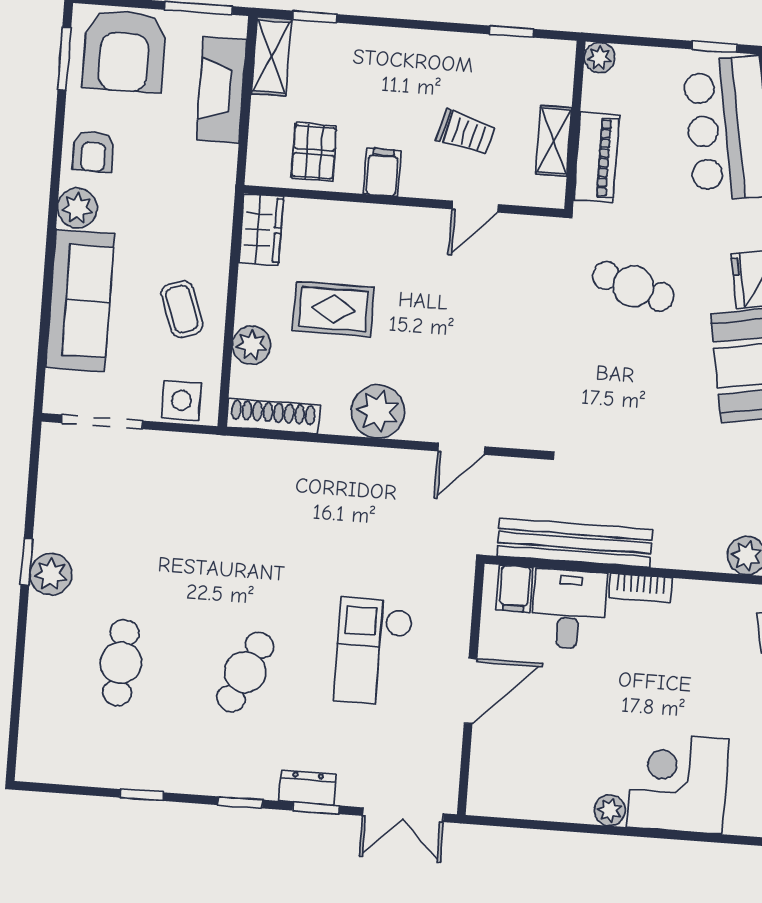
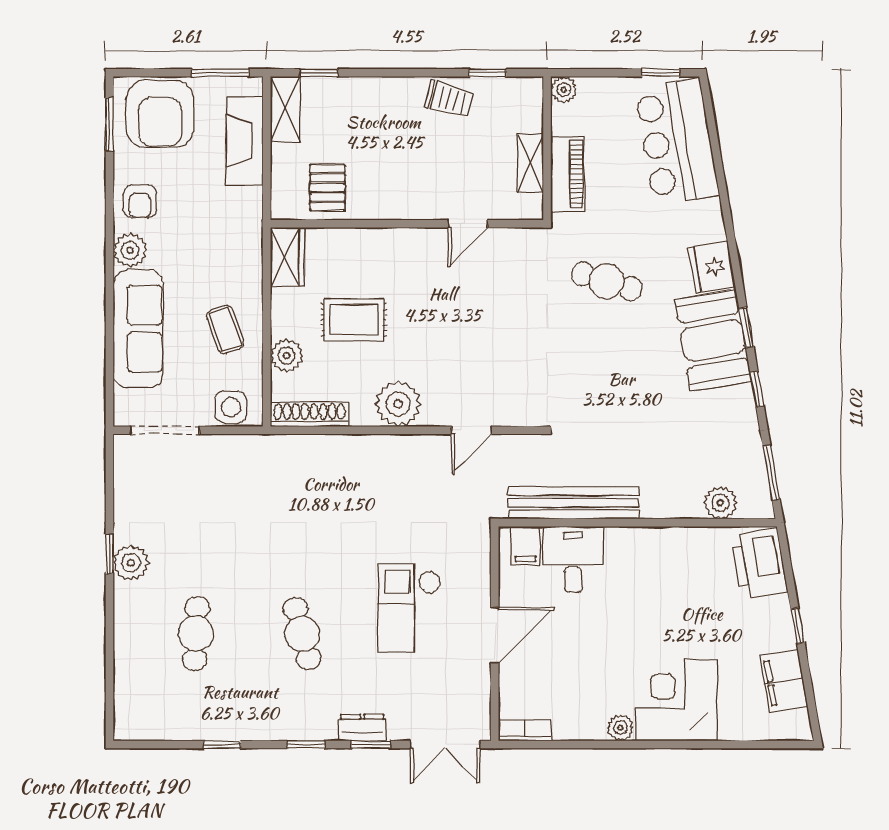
trolley: (466, 133) -> (449, 99), moved
filing cabinet: (382, 172) -> (387, 200), removed
bookcase: (640, 588) -> (525, 730), moved, turned 180
cafe table: (245, 672) -> (302, 634), turned -39

